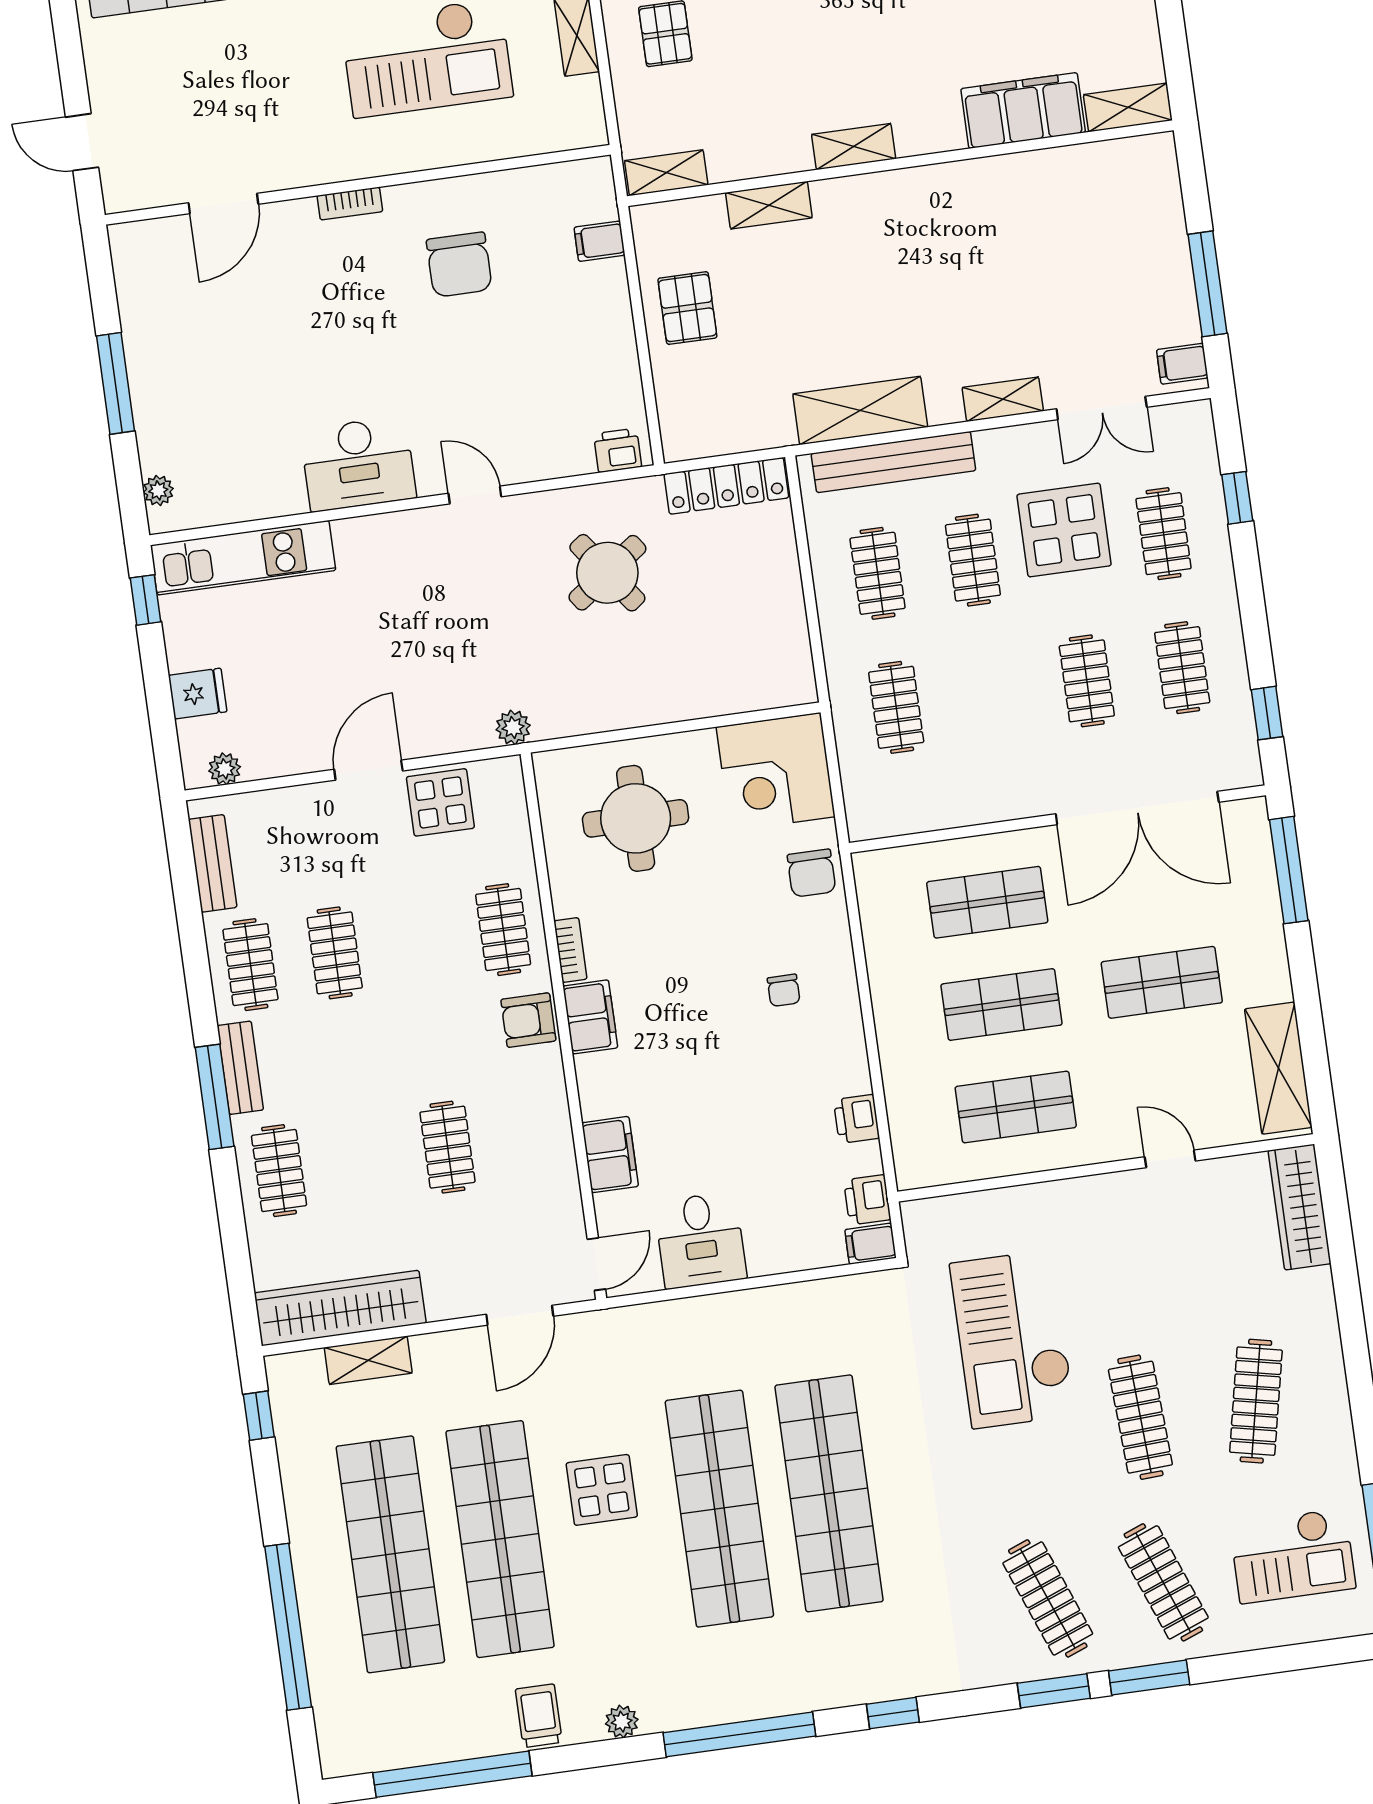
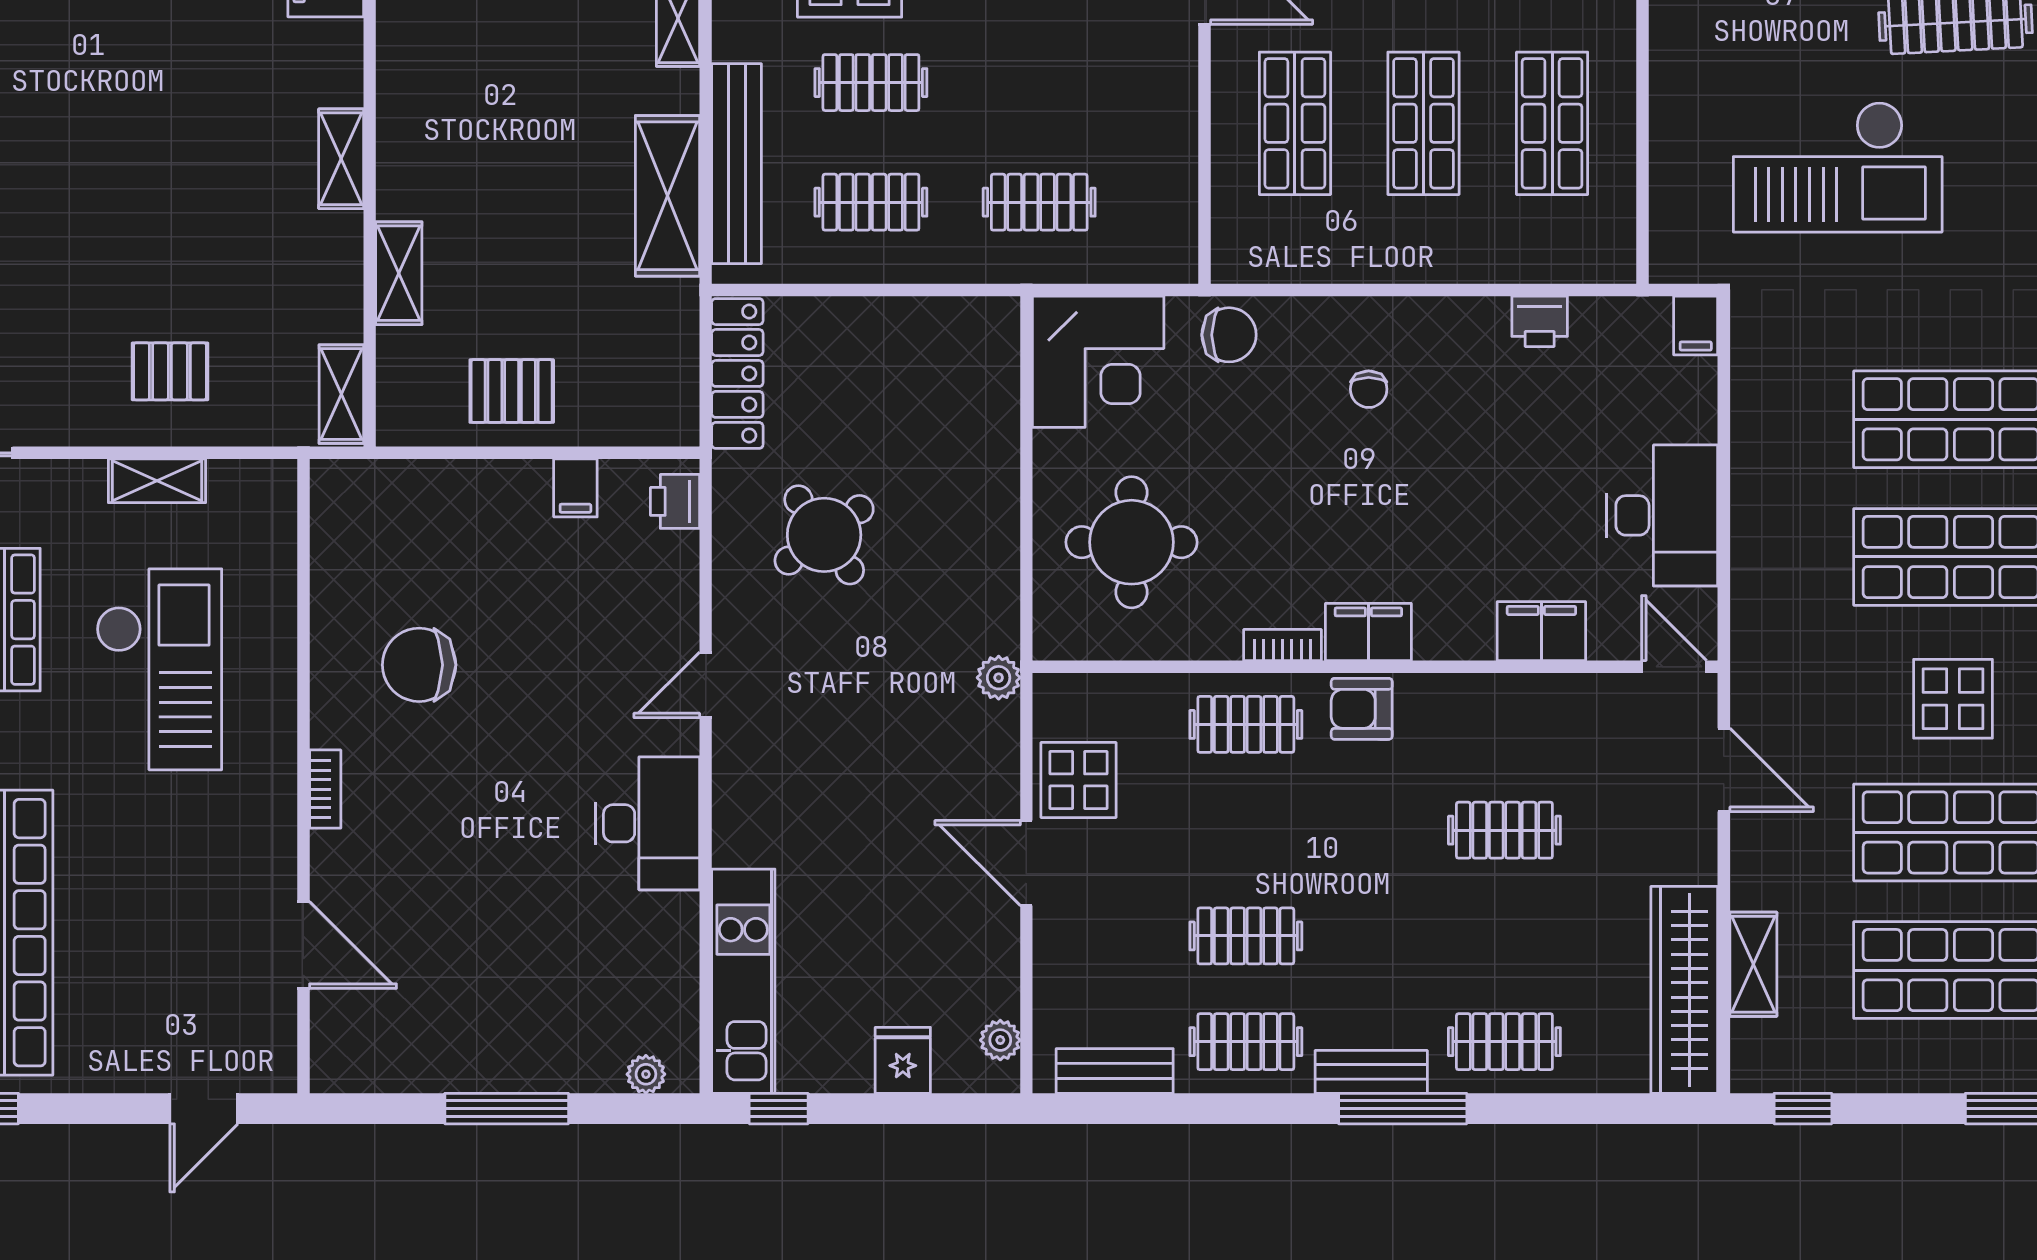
filing cabinet: (600, 241) -> (575, 488), moved
chair: (459, 265) -> (419, 665), turned 180
chair: (784, 990) -> (1369, 389), turned 90
armchair: (528, 1020) -> (1362, 709), turned 90
printer: (867, 1200) -> (1641, 322), removed
desk: (700, 1240) -> (1662, 515), width x1.37

